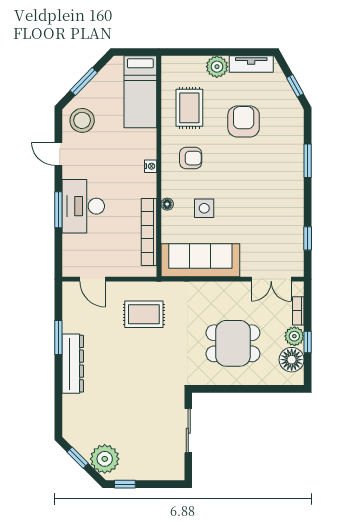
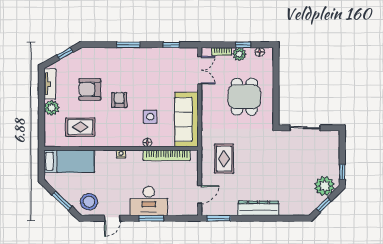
armchair: (191, 158) -> (119, 100), moved
window: (308, 161) -> (128, 45), moved
window: (58, 337) -> (219, 218), moved
floor lamp: (292, 360) -> (260, 52), width x0.53, depth x0.53

